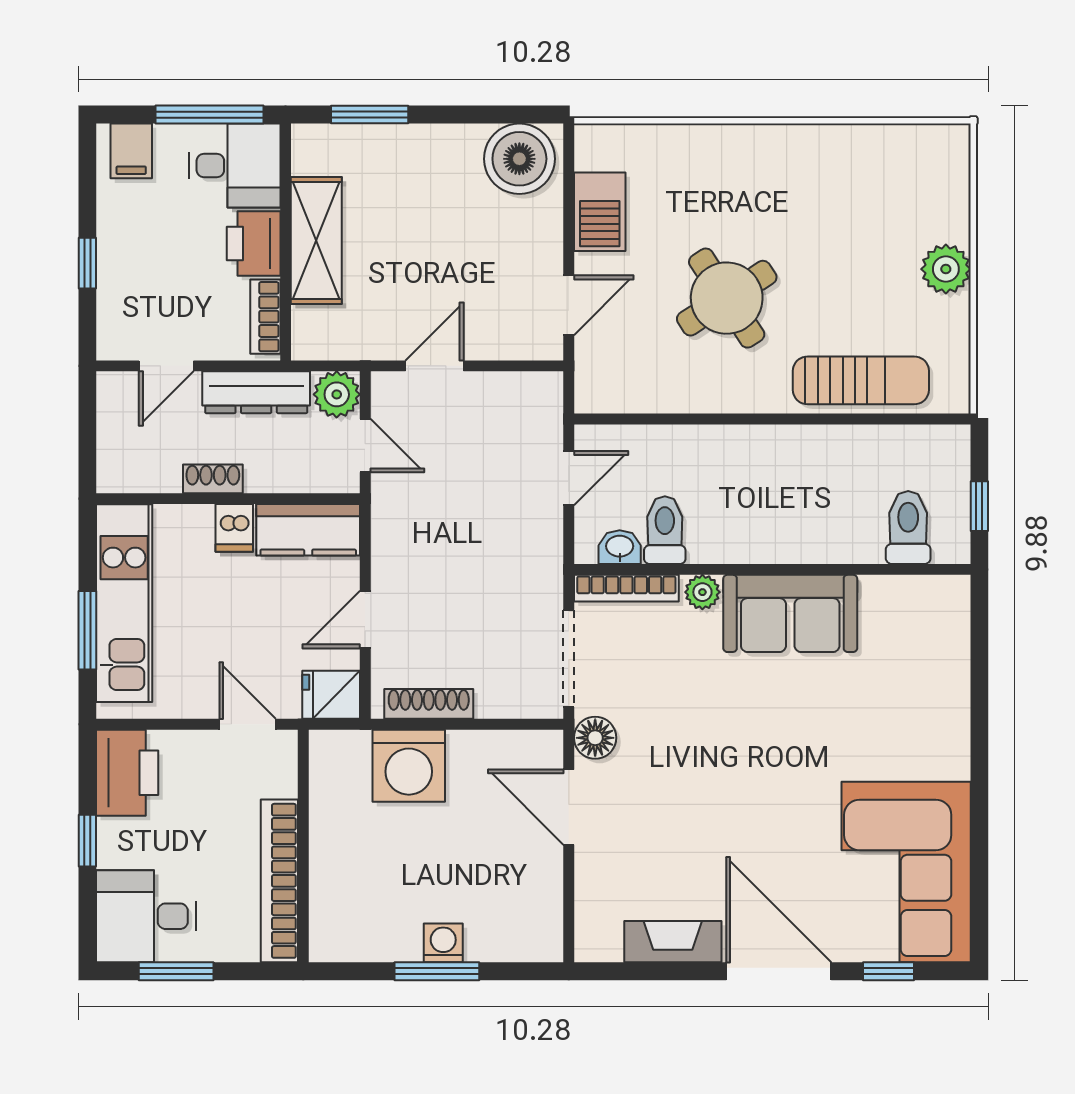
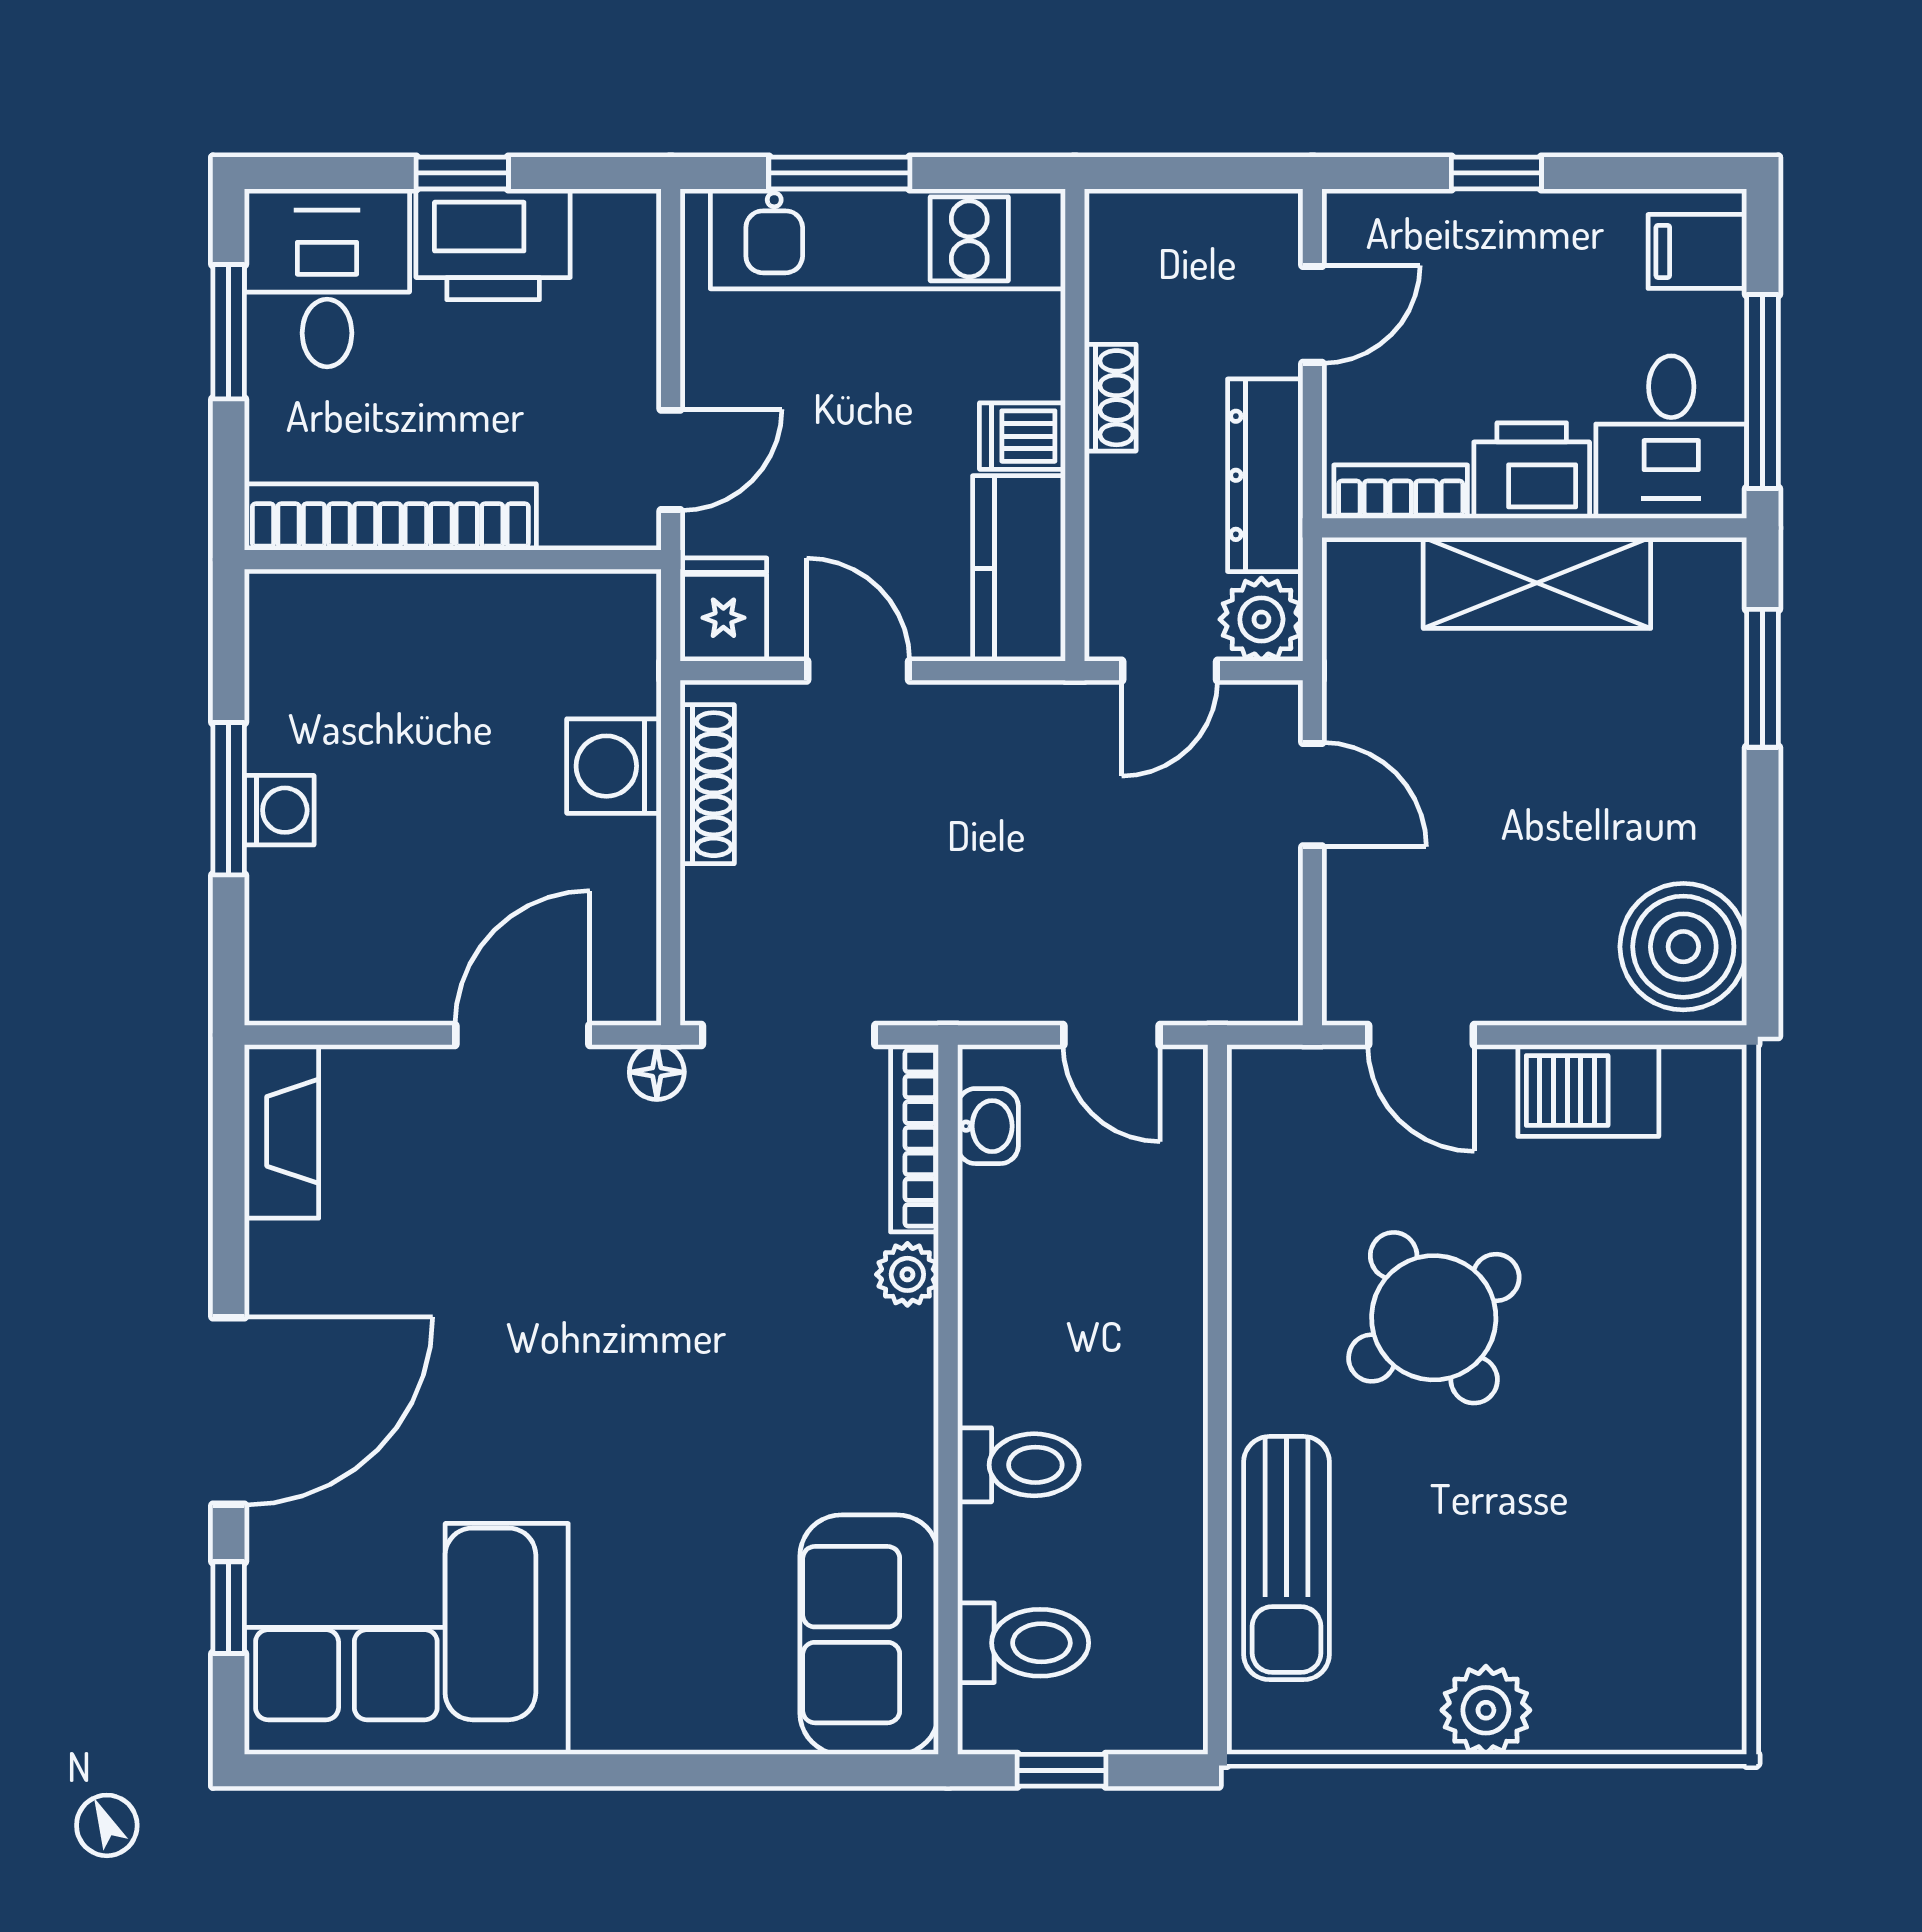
door: (166, 366) -> (1312, 314), swing flipped
toilet: (665, 530) -> (1018, 1465), moved
sofa: (790, 613) -> (869, 1635), moved
floor lamp: (595, 738) -> (657, 1072), width x0.73, depth x0.73
washing machine: (409, 766) -> (614, 766), width x0.73, depth x0.73
printer: (127, 773) -> (493, 244), moved
fireplace: (673, 942) -> (282, 1131), moved

